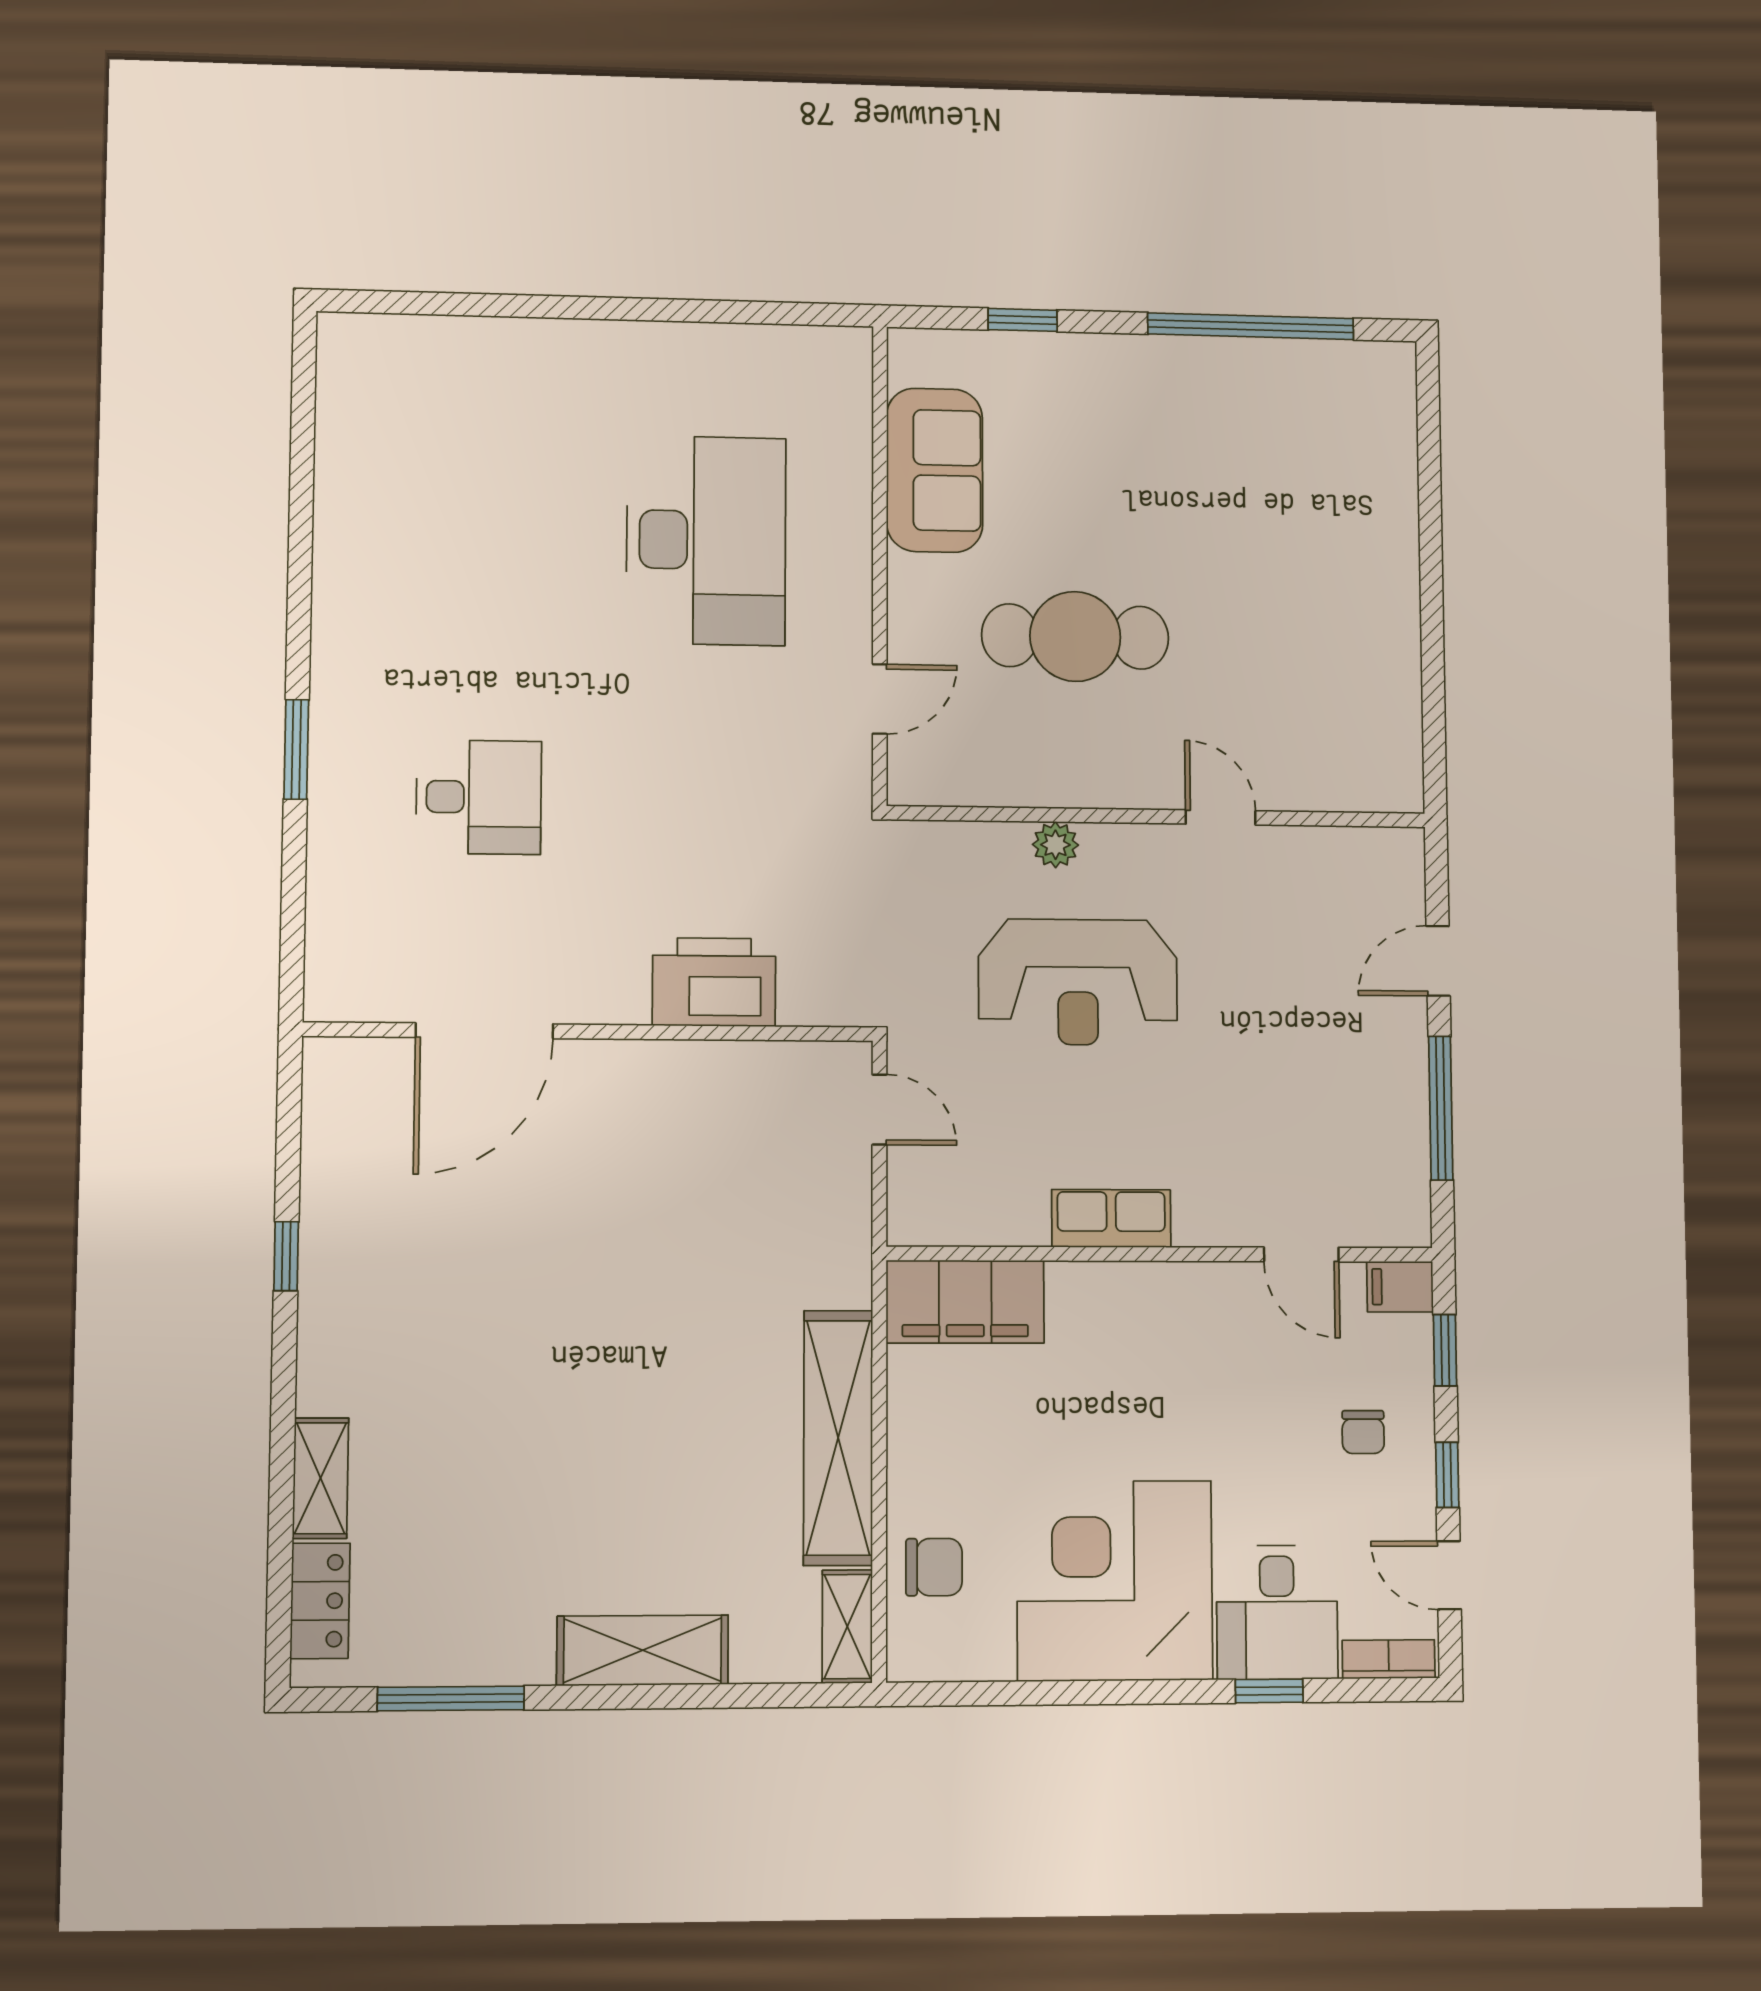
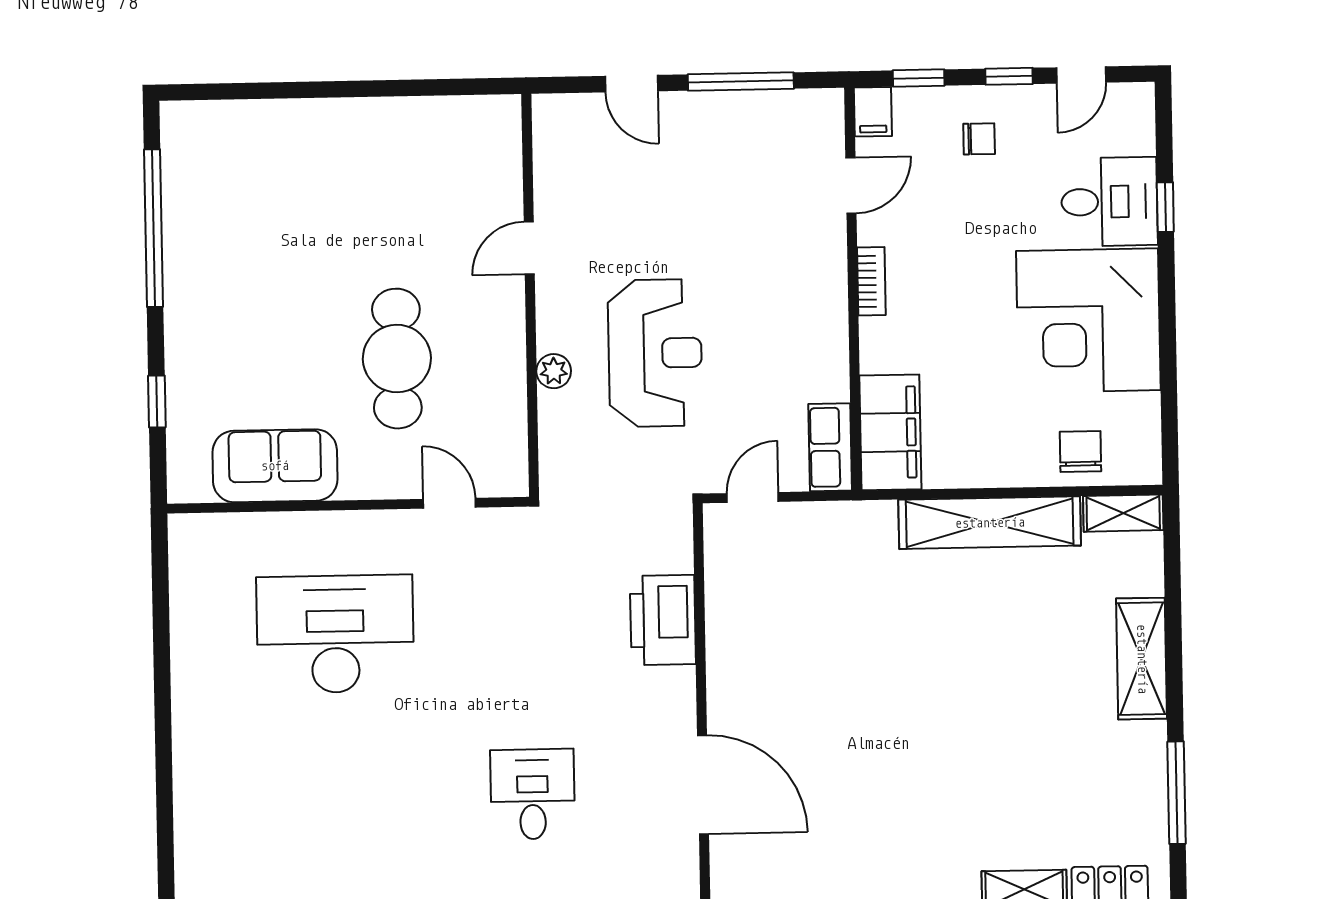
row of seats: (1111, 1218) -> (830, 447), moved
bookcase: (1389, 1659) -> (871, 281), moved, turned 180

